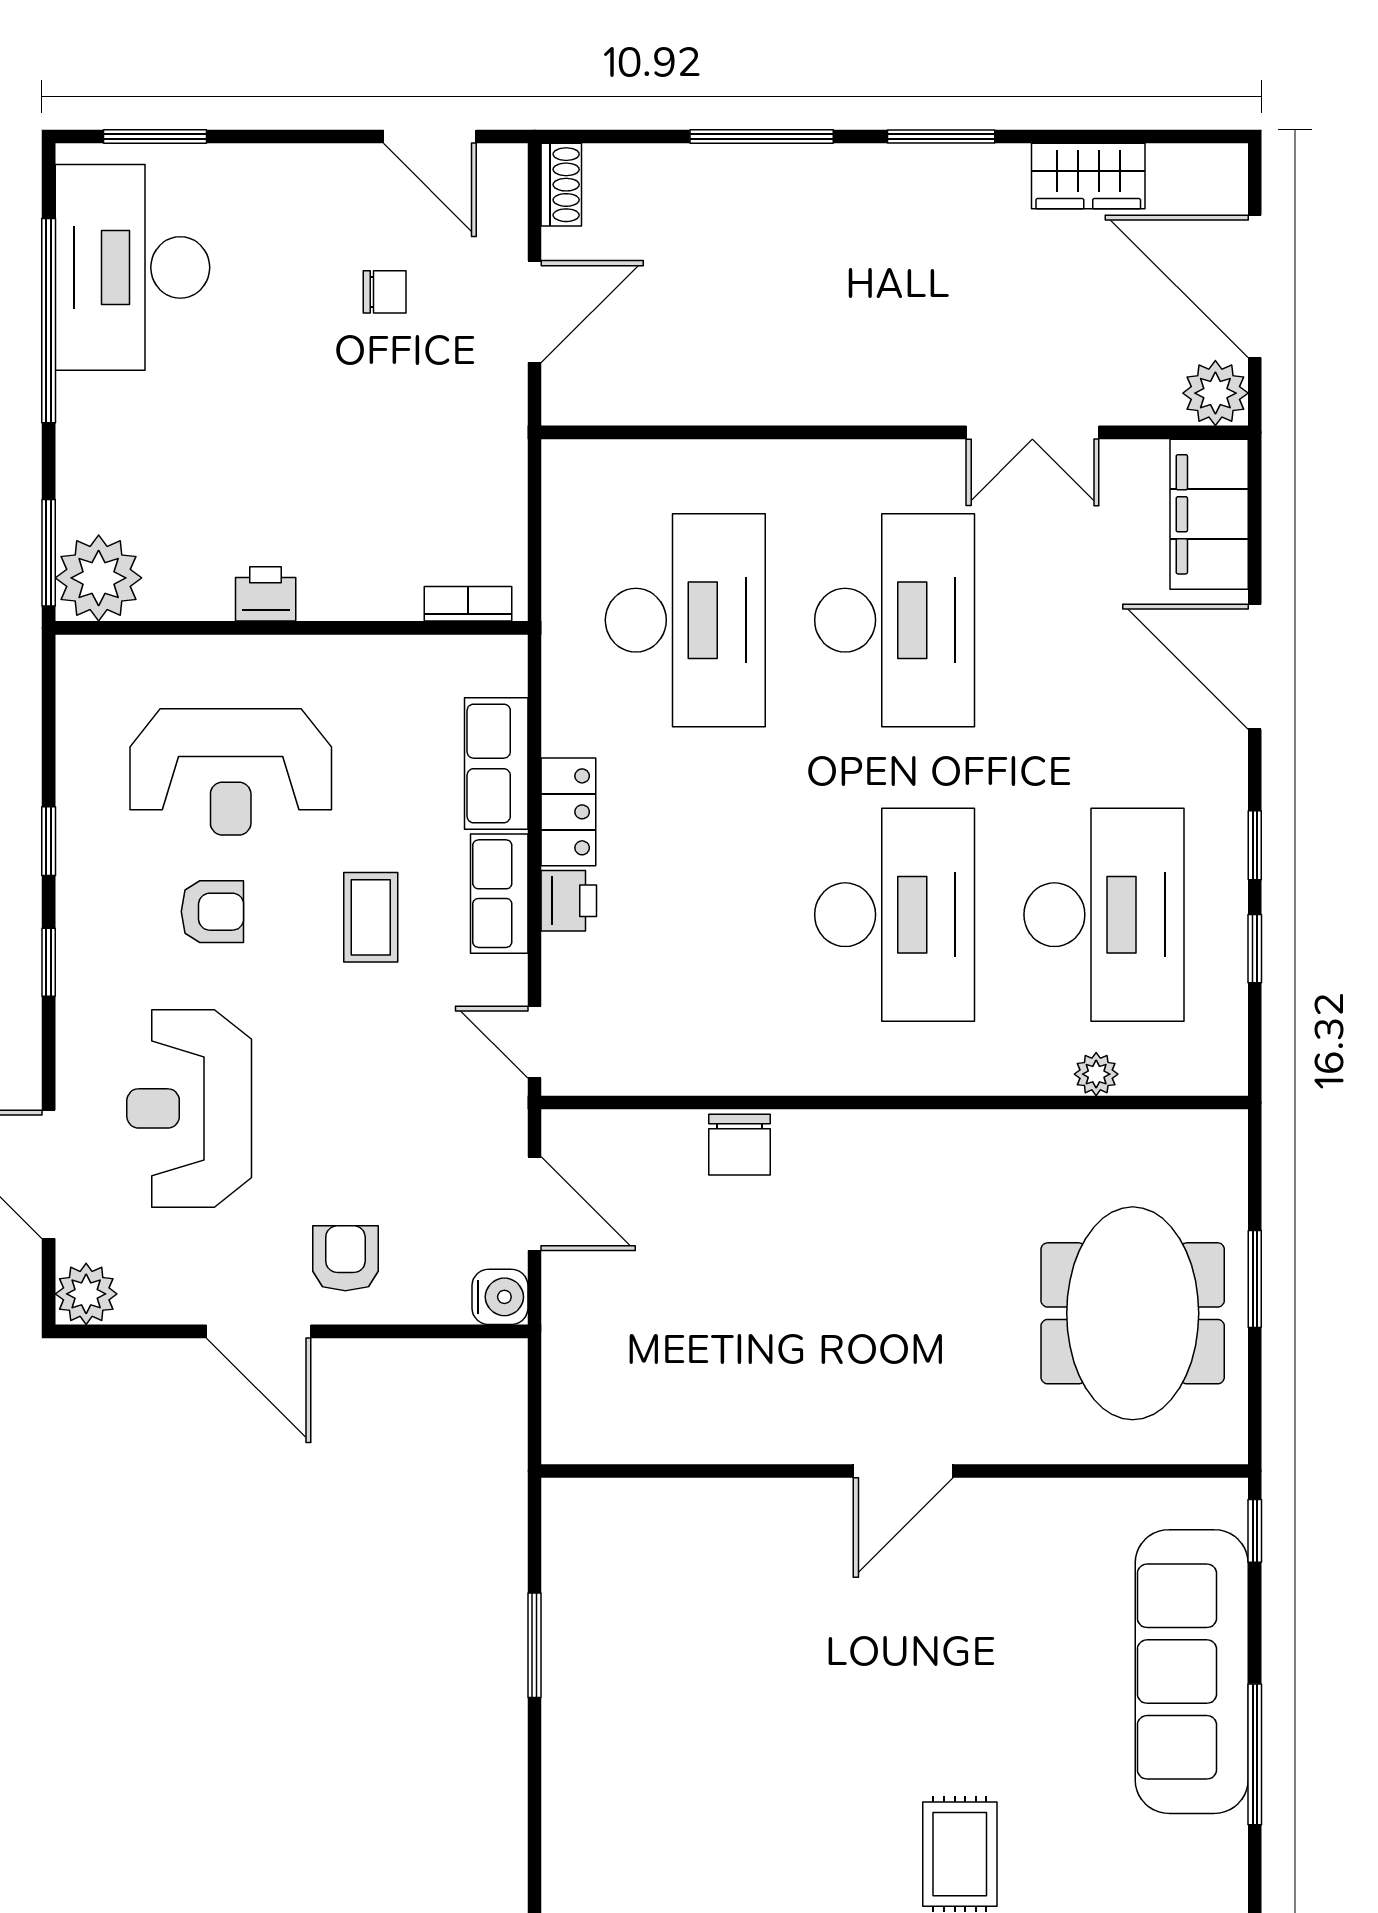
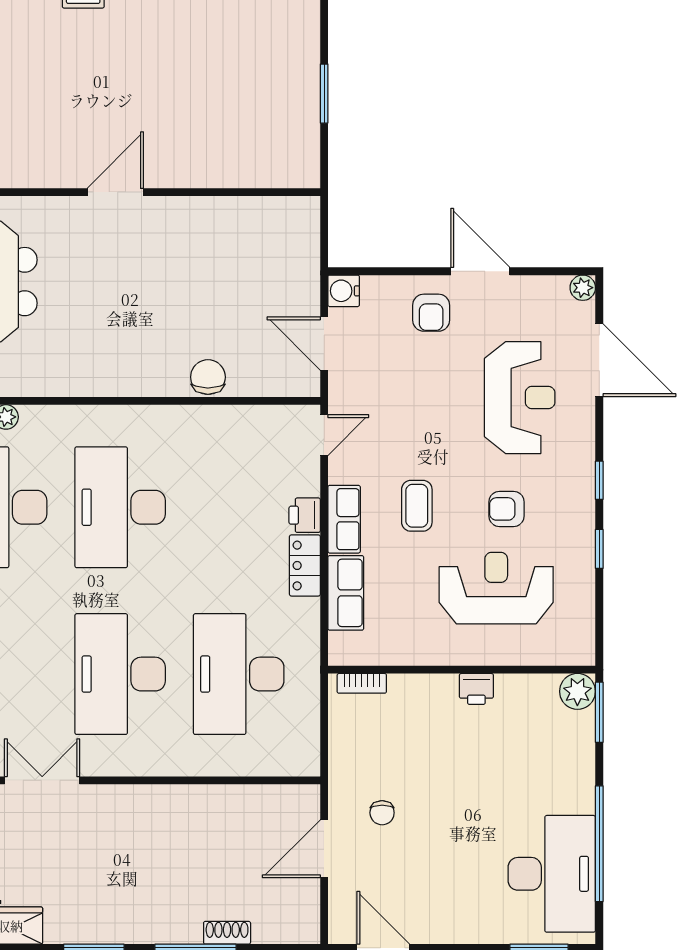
shoe rack: (561, 185) -> (227, 933), moved, turned 90
chair: (385, 292) -> (382, 813), moved, turned -90
plant: (99, 578) -> (577, 691), width x0.73, depth x0.73
door: (534, 1042) -> (324, 435), hinge flipped
plant: (86, 1294) -> (583, 288), width x0.73, depth x0.73

